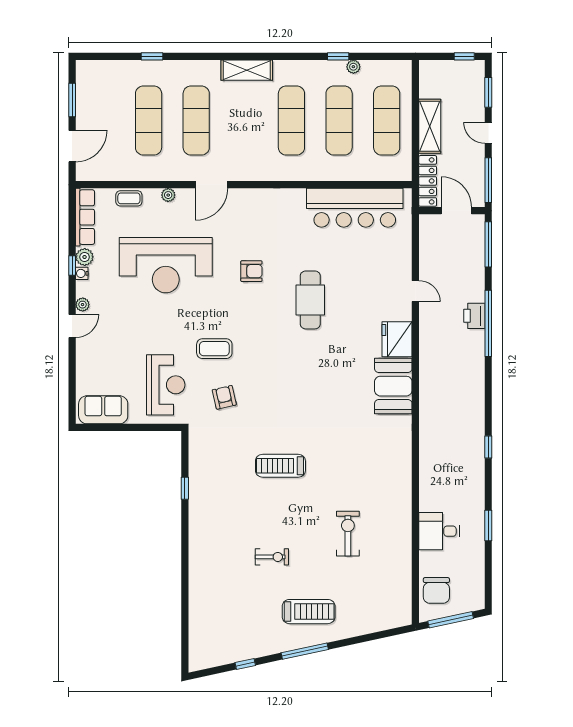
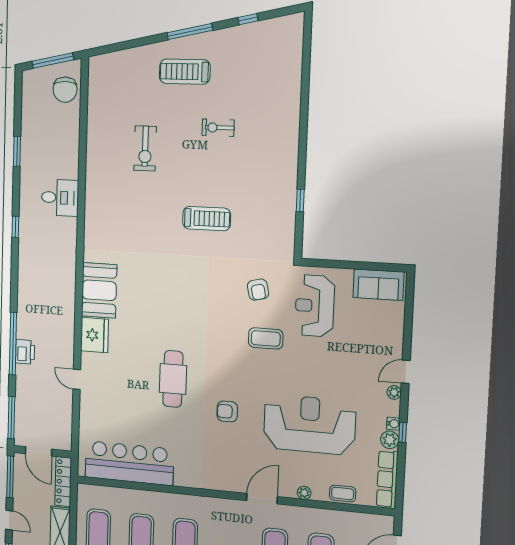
desk: (439, 531) -> (60, 198), moved
chair: (436, 590) -> (65, 90), turned 180

